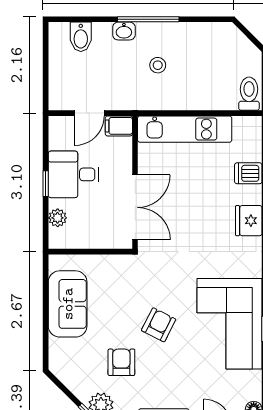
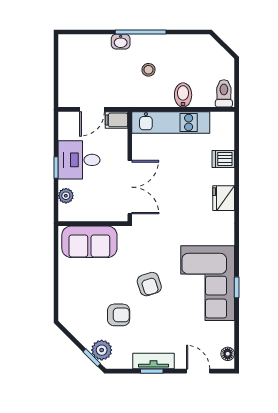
bidet: (81, 37) -> (183, 95), moved, turned 180
sofa: (68, 304) -> (89, 242), moved, turned 90
armchair: (159, 325) -> (149, 284), turned 135
armchair: (121, 362) -> (119, 315), turned 90

